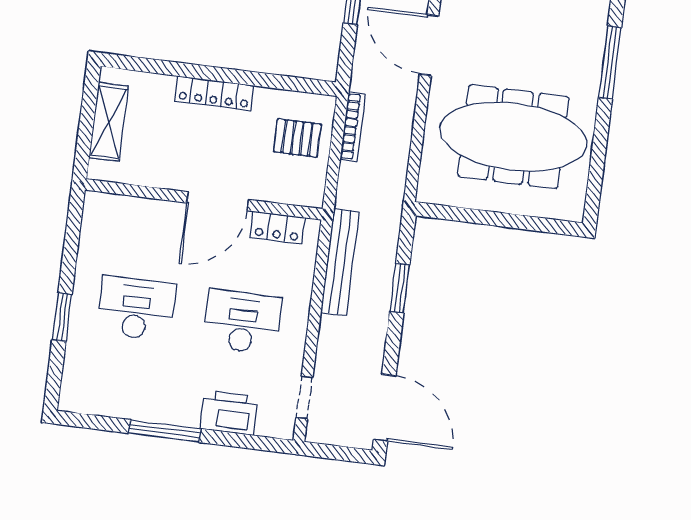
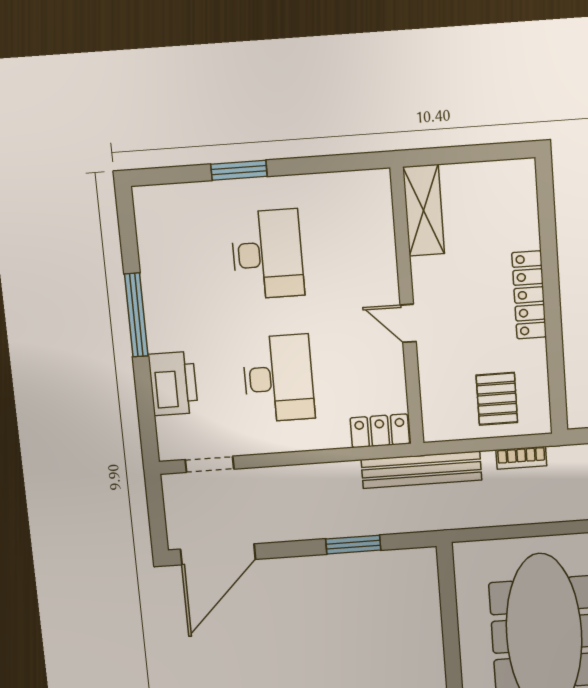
shelving: (109, 122) -> (424, 210), moved, turned 90
bookcase: (353, 127) -> (521, 458), width x0.64
door: (218, 201) -> (408, 323), width x0.53
locker: (277, 228) -> (380, 431), moved, turned 90
bench: (340, 262) -> (422, 470), moved

